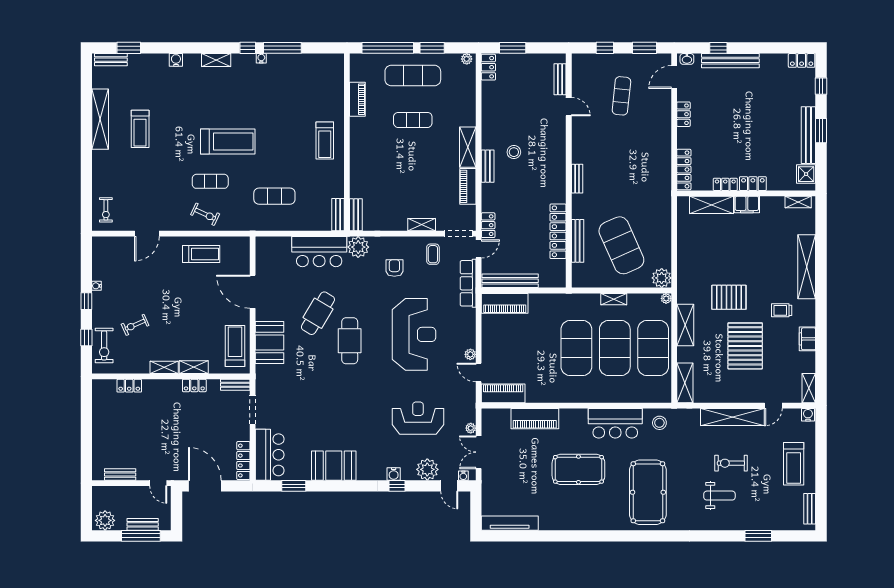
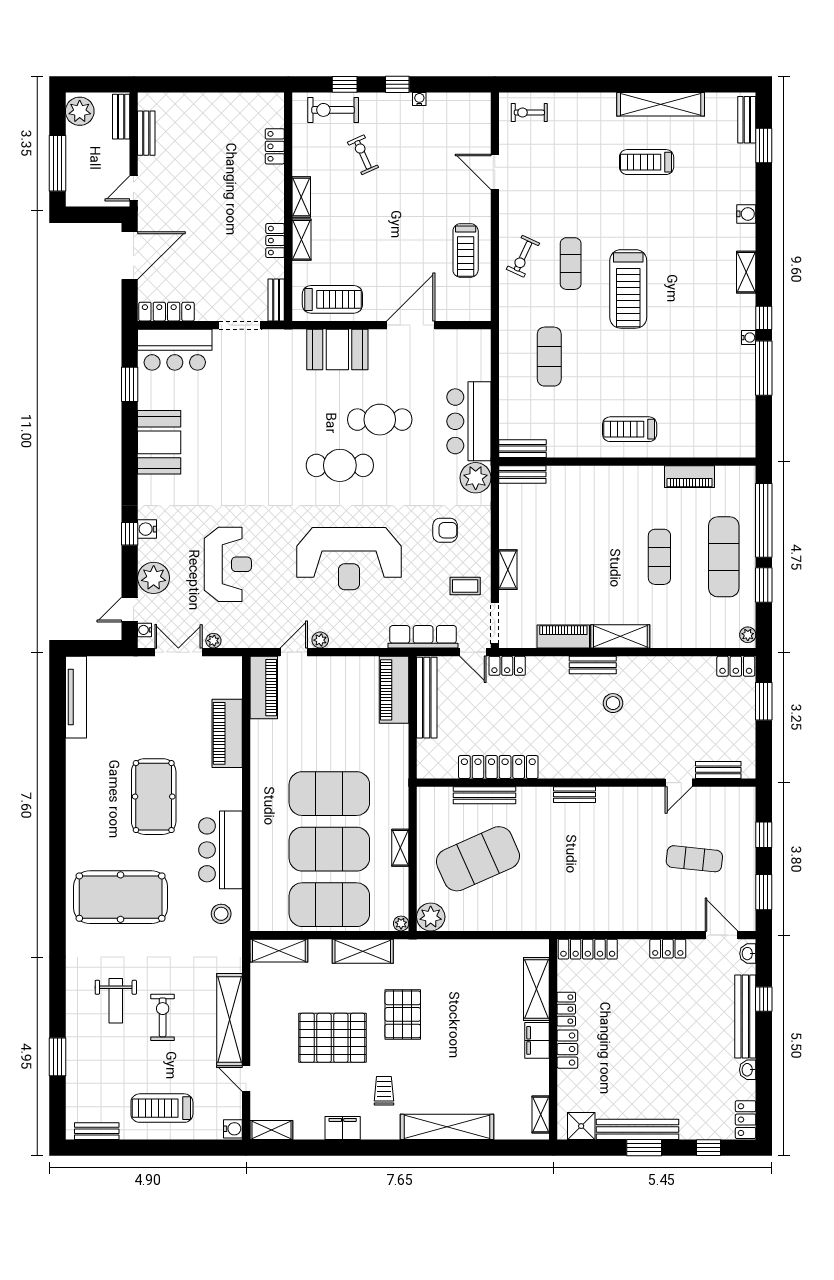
washbasin: (767, 59) -> (748, 1070), added
cafe table: (318, 313) -> (380, 420), turned -31
bench: (143, 524) -> (121, 117), moved

